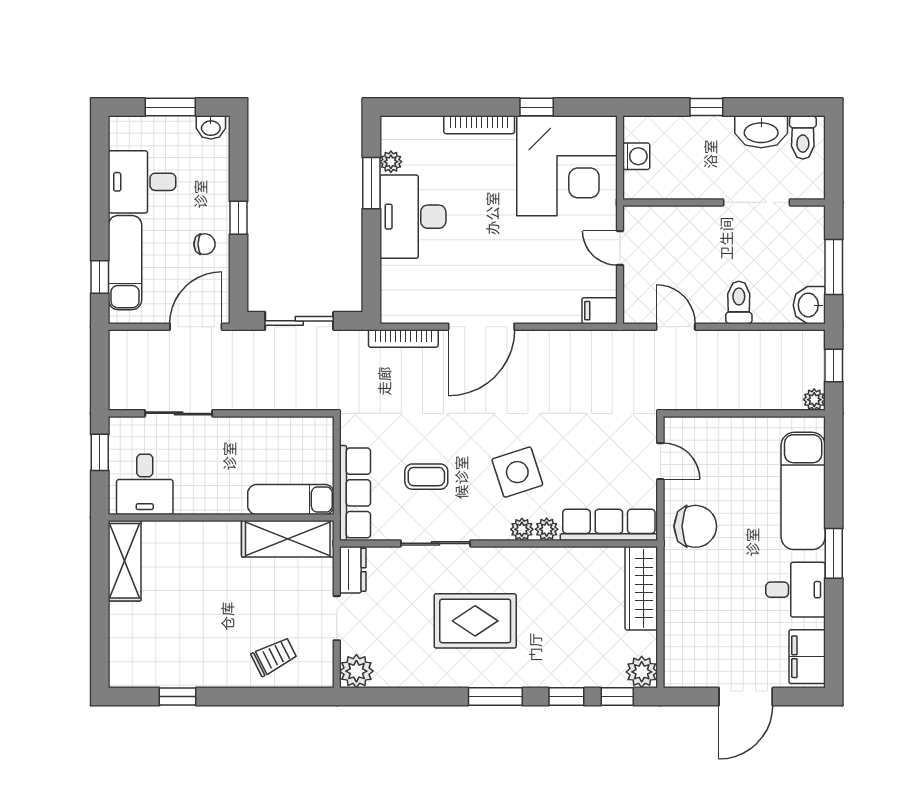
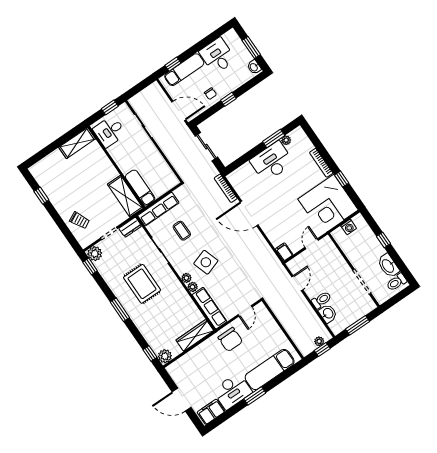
washbasin: (809, 305) -> (328, 313), moved, turned 90
plant: (814, 400) -> (319, 341), moved
desk: (796, 590) -> (232, 391), width x1.37
window: (566, 697) -> (90, 266), moved

